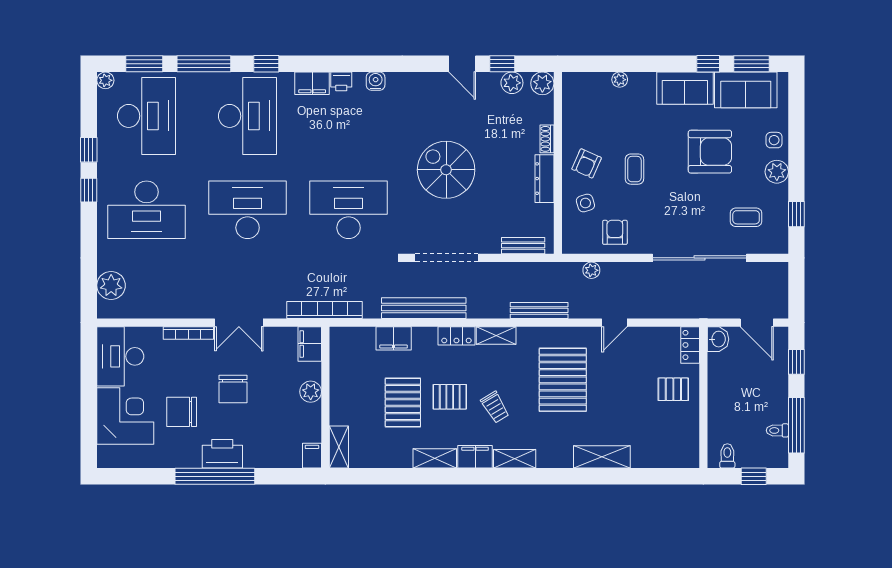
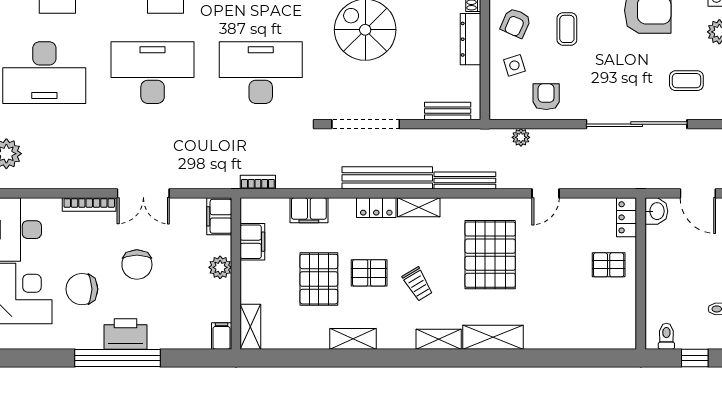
bench: (424, 308) -> (387, 178), moved
bookcase: (325, 310) -> (258, 182), width x0.43, depth x0.76
filing cabinet: (475, 457) -> (252, 242), moved, turned 90
shelving: (602, 457) -> (493, 337), moved

